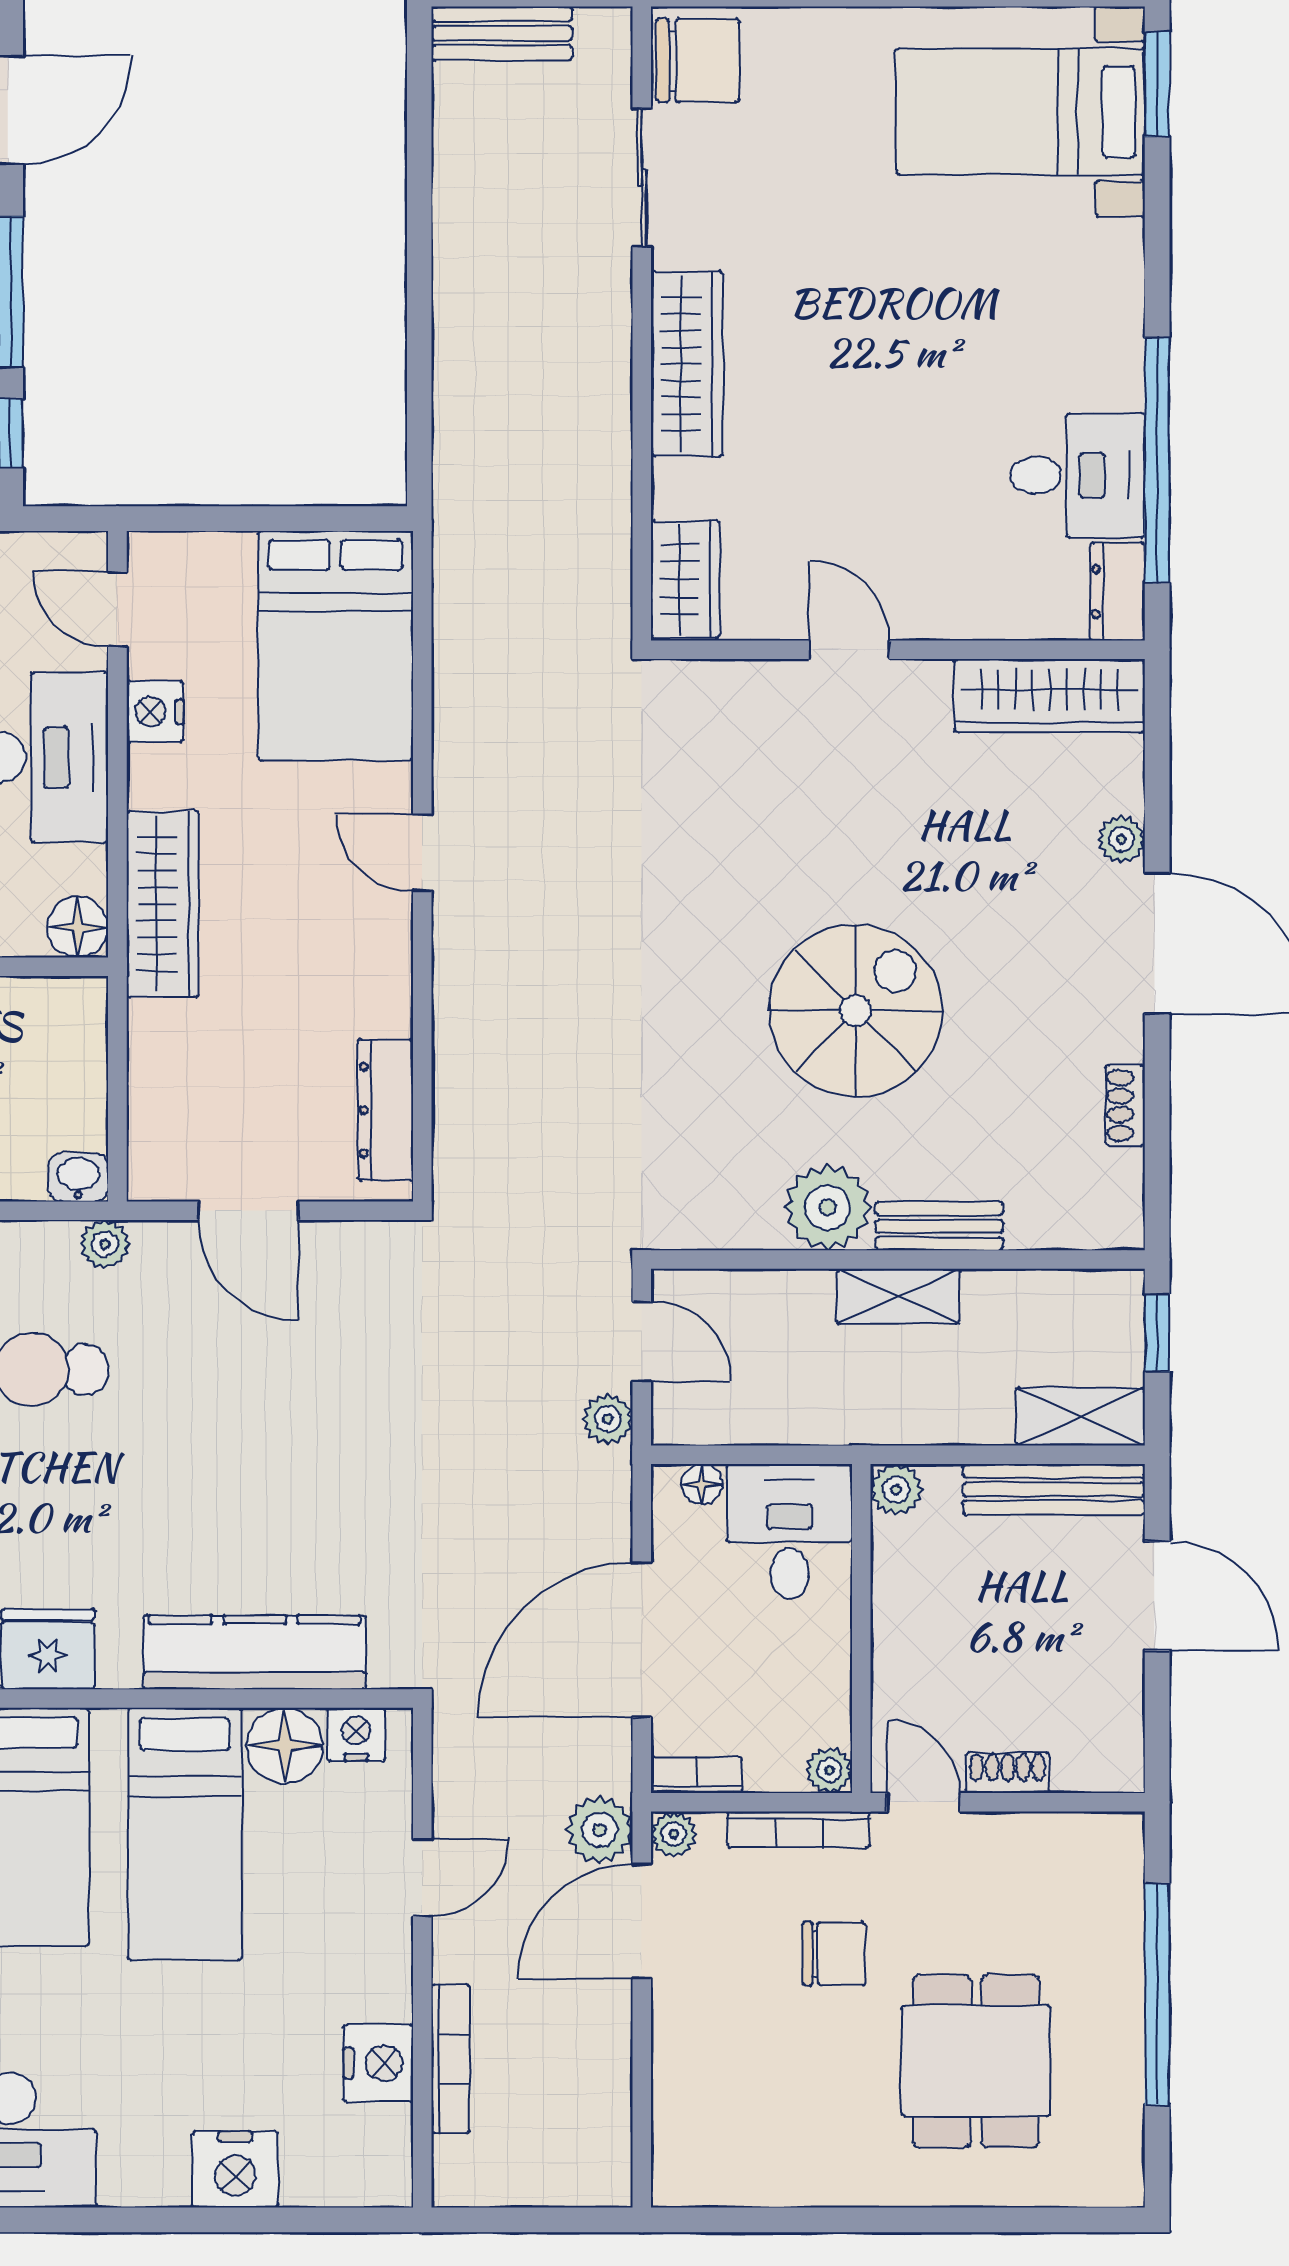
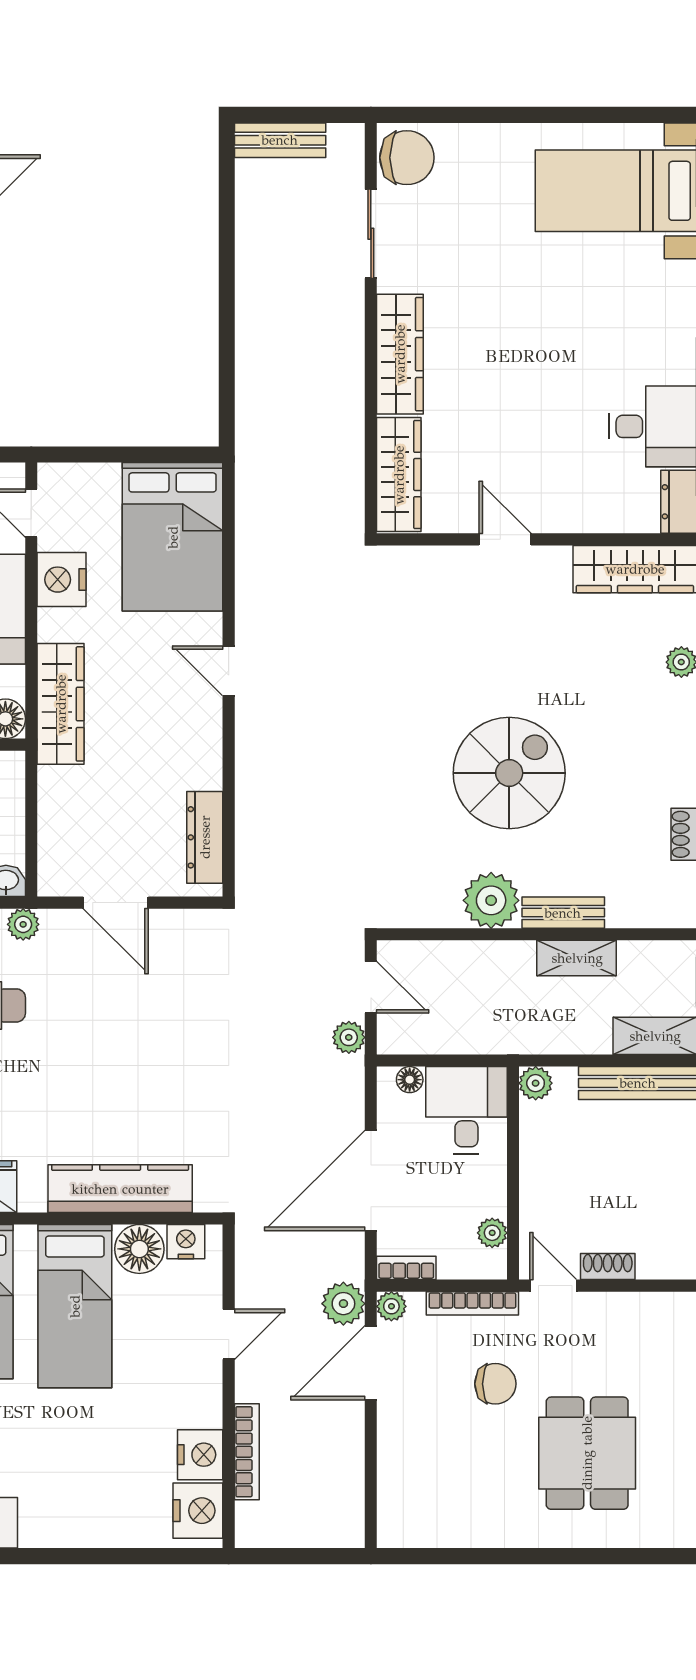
wardrobe: (685, 579) -> (399, 475), width x1.50
nightstand: (155, 712) -> (62, 580), width x1.36, depth x1.33
shelving: (898, 1296) -> (577, 958), moved
plant: (829, 1770) -> (492, 1233), moved
nightstand: (235, 2169) -> (198, 1511), moved, turned -90

